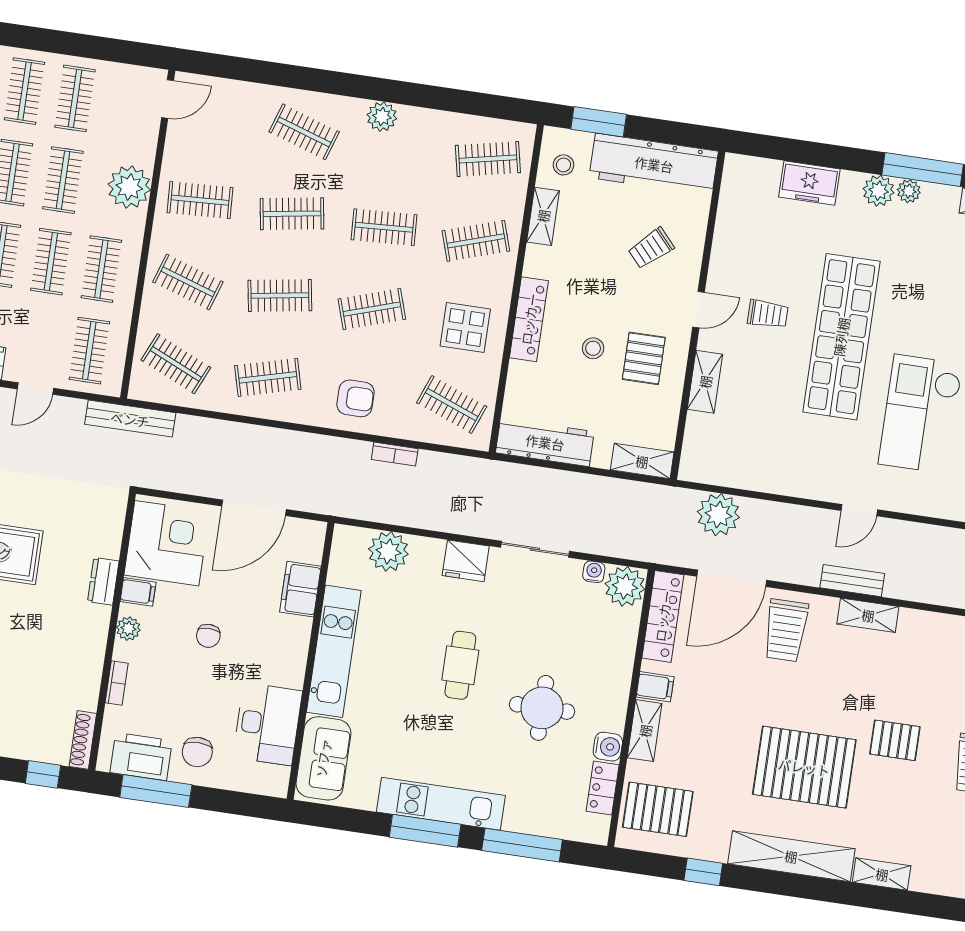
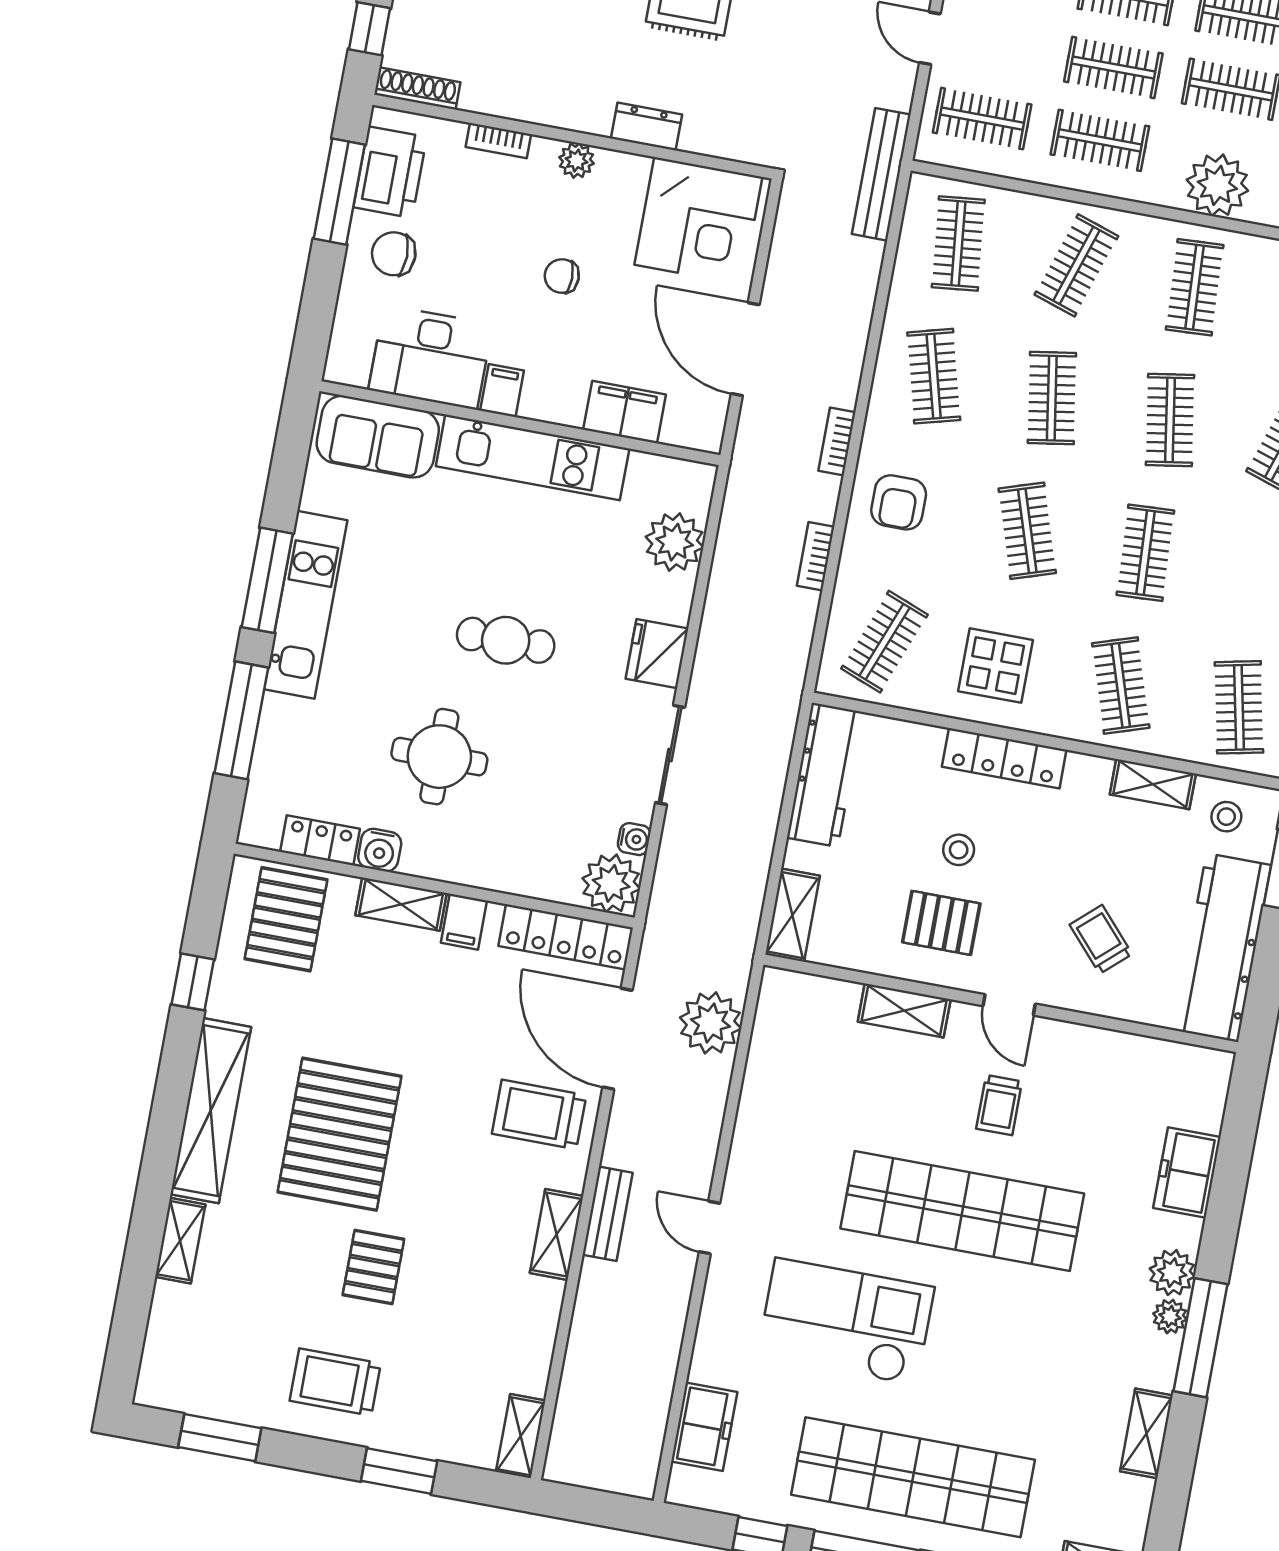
clothes rail: (176, 364) -> (958, 243), turned -30
bookcase: (315, 442) -> (837, 441), added
filing cabinet: (138, 592) -> (502, 391), moved, turned 180

